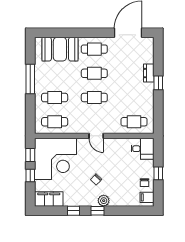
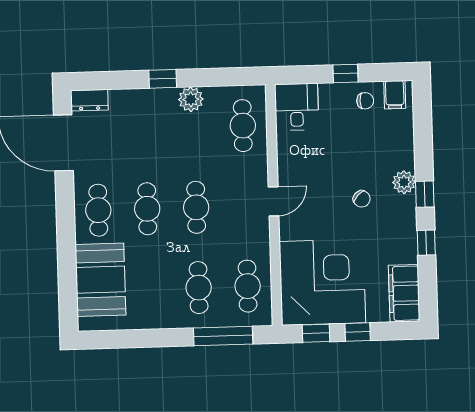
dresser: (149, 73) -> (89, 100), moved
window: (30, 79) -> (223, 336), moved
plant: (148, 96) -> (191, 99), added

